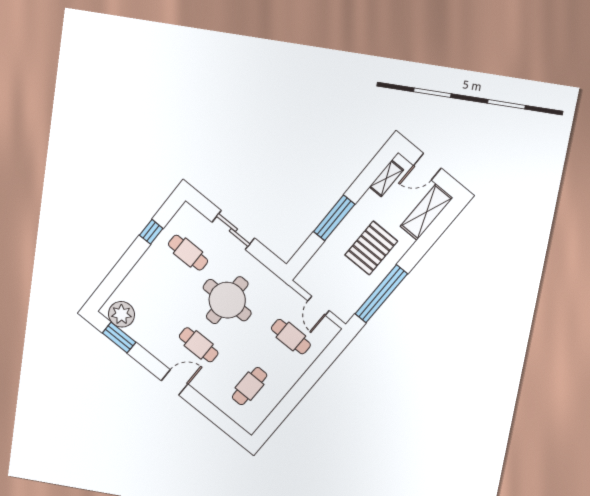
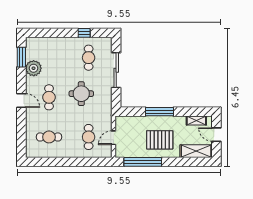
sliding door: (233, 230) -> (116, 70), width x1.37
round table: (227, 300) -> (81, 94), width x0.73, depth x0.73
plant: (121, 314) -> (34, 68), moved

